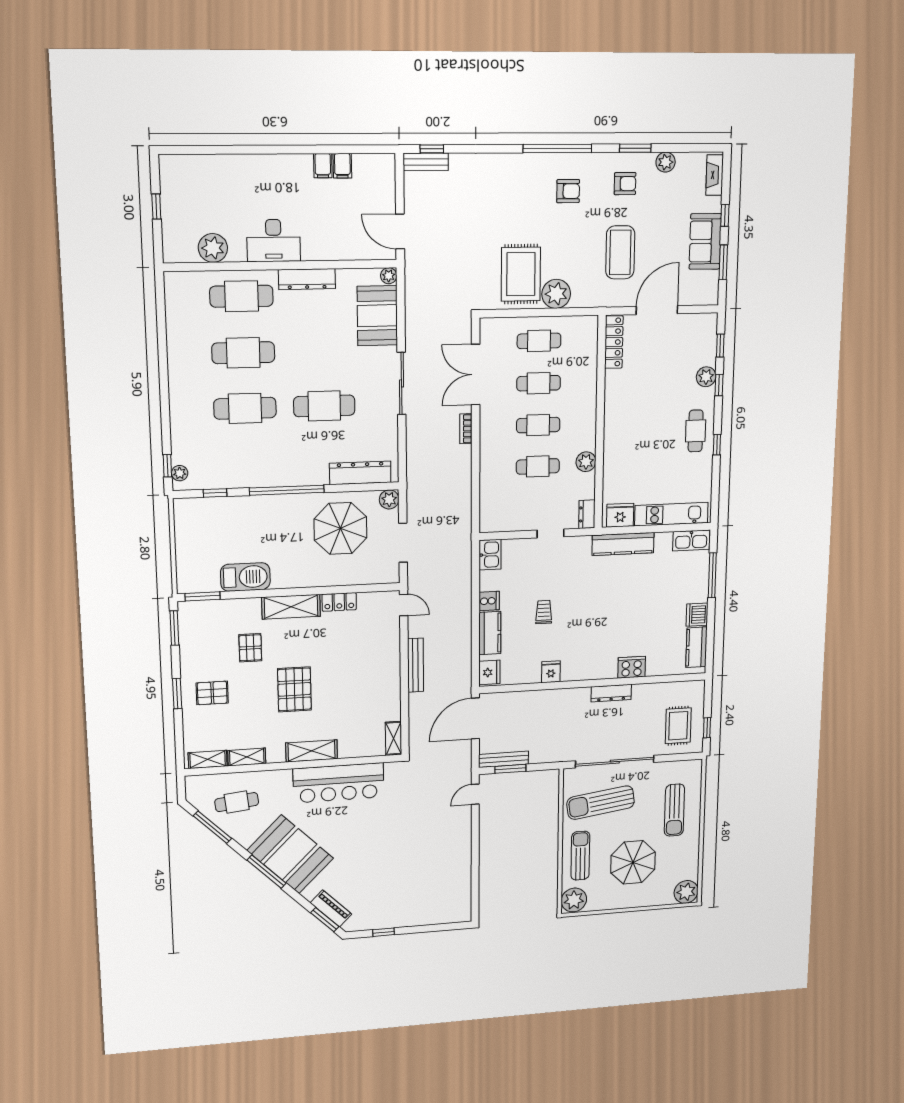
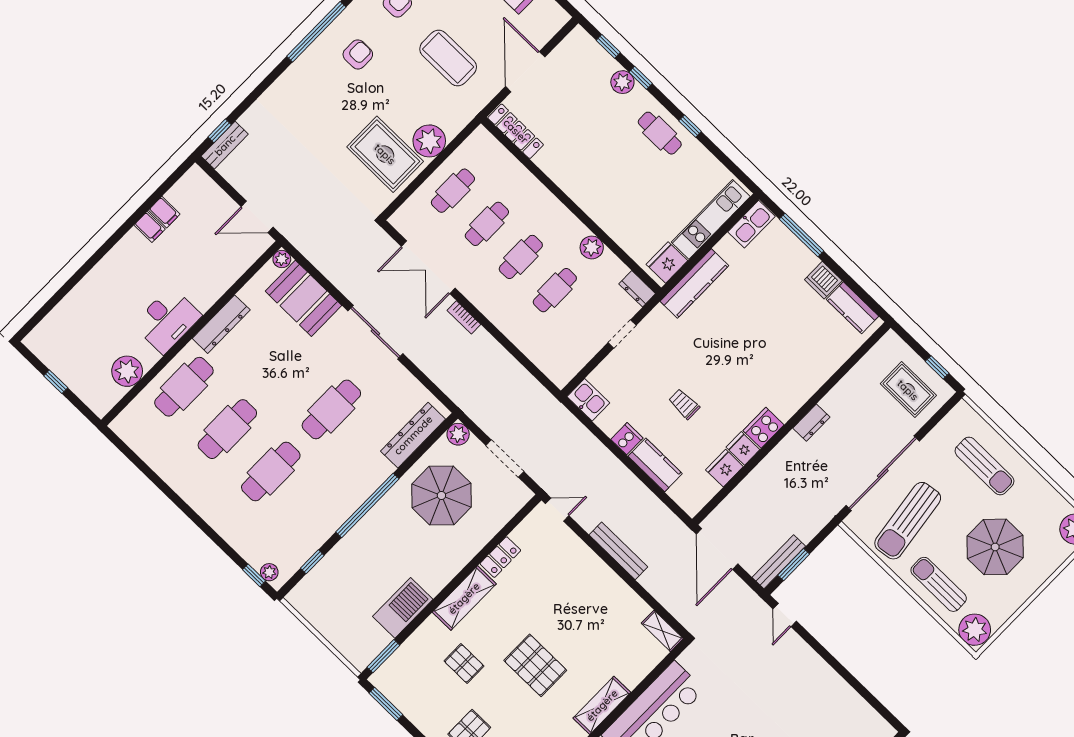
cooker: (632, 667) -> (763, 428), moved
fridge: (489, 672) -> (724, 468), moved, turned -90
dresser: (611, 693) -> (811, 423), width x0.70

